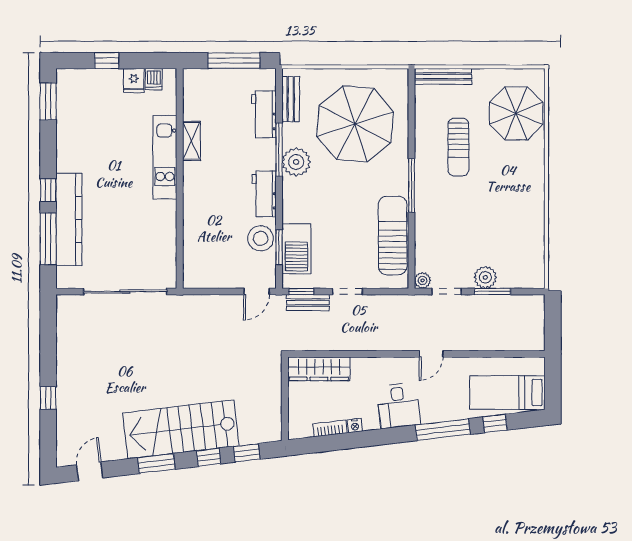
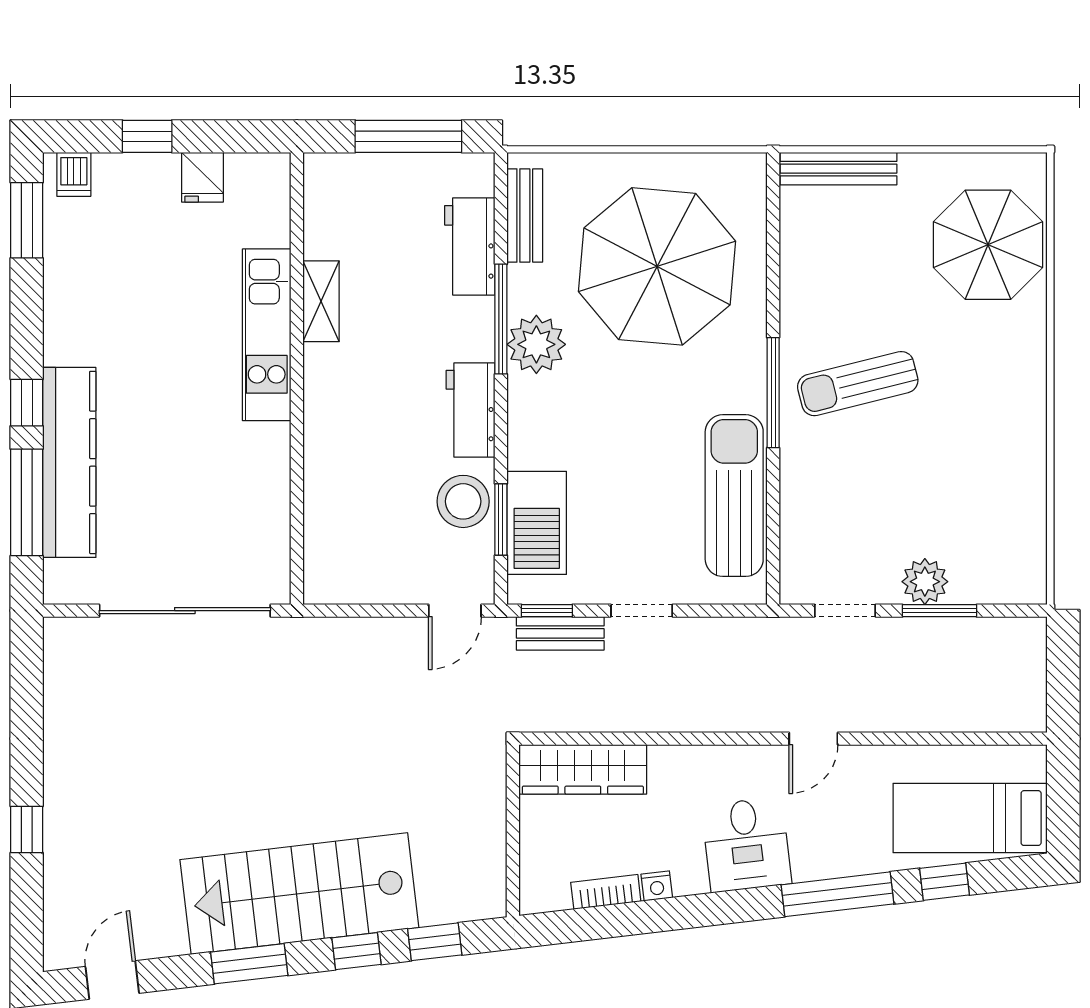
dishwasher: (154, 79) -> (74, 174), moved
sun lounger: (458, 147) -> (858, 384), moved, turned 76
plant: (423, 280) -> (796, 588), removed

